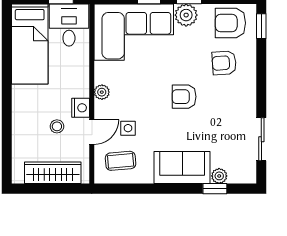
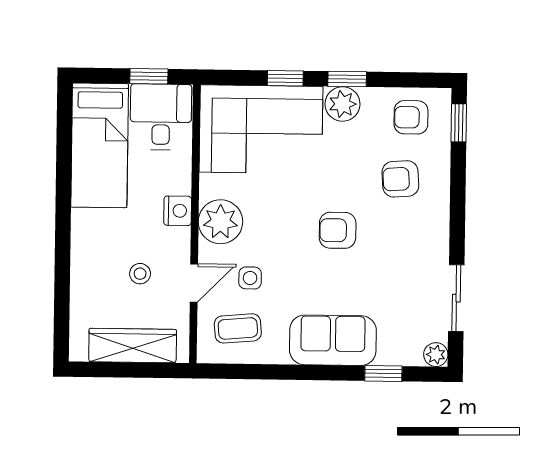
armchair: (230, 23) -> (411, 117), width x0.72, depth x0.72
plant: (102, 92) -> (220, 222), width x1.88, depth x1.88
nightstand: (81, 108) -> (178, 211), moved
plant: (219, 176) -> (436, 355), moved

